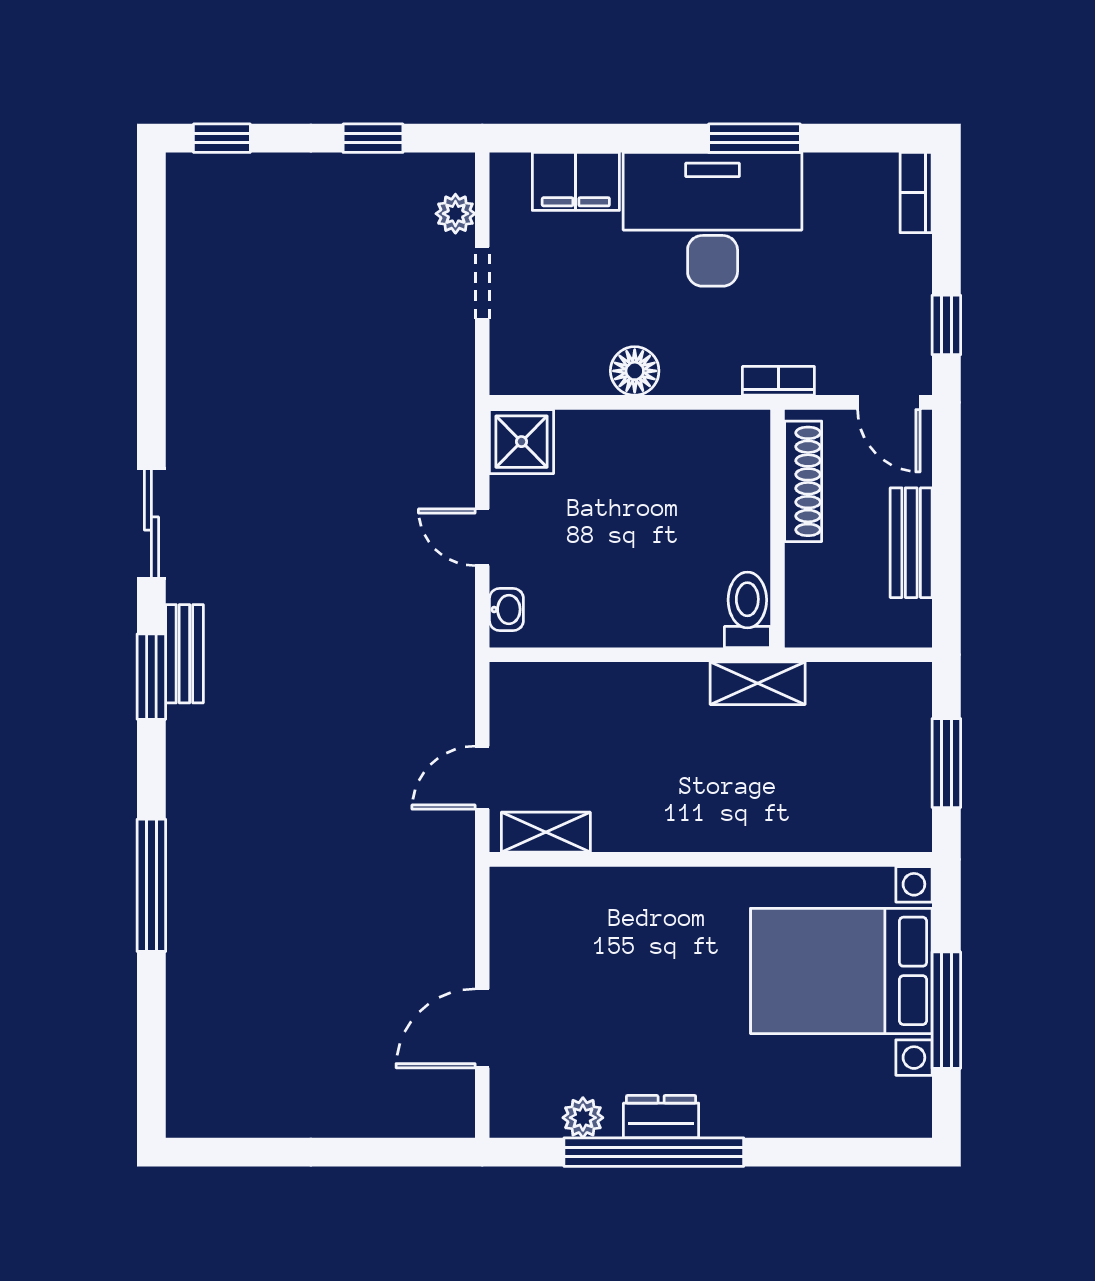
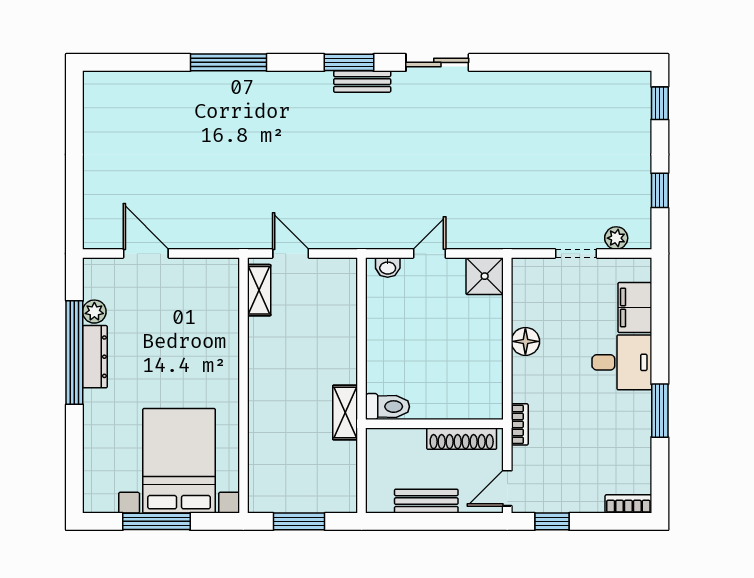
desk: (713, 219) -> (622, 362), width x0.53, depth x0.77
dresser: (661, 1117) -> (95, 357), width x1.44

